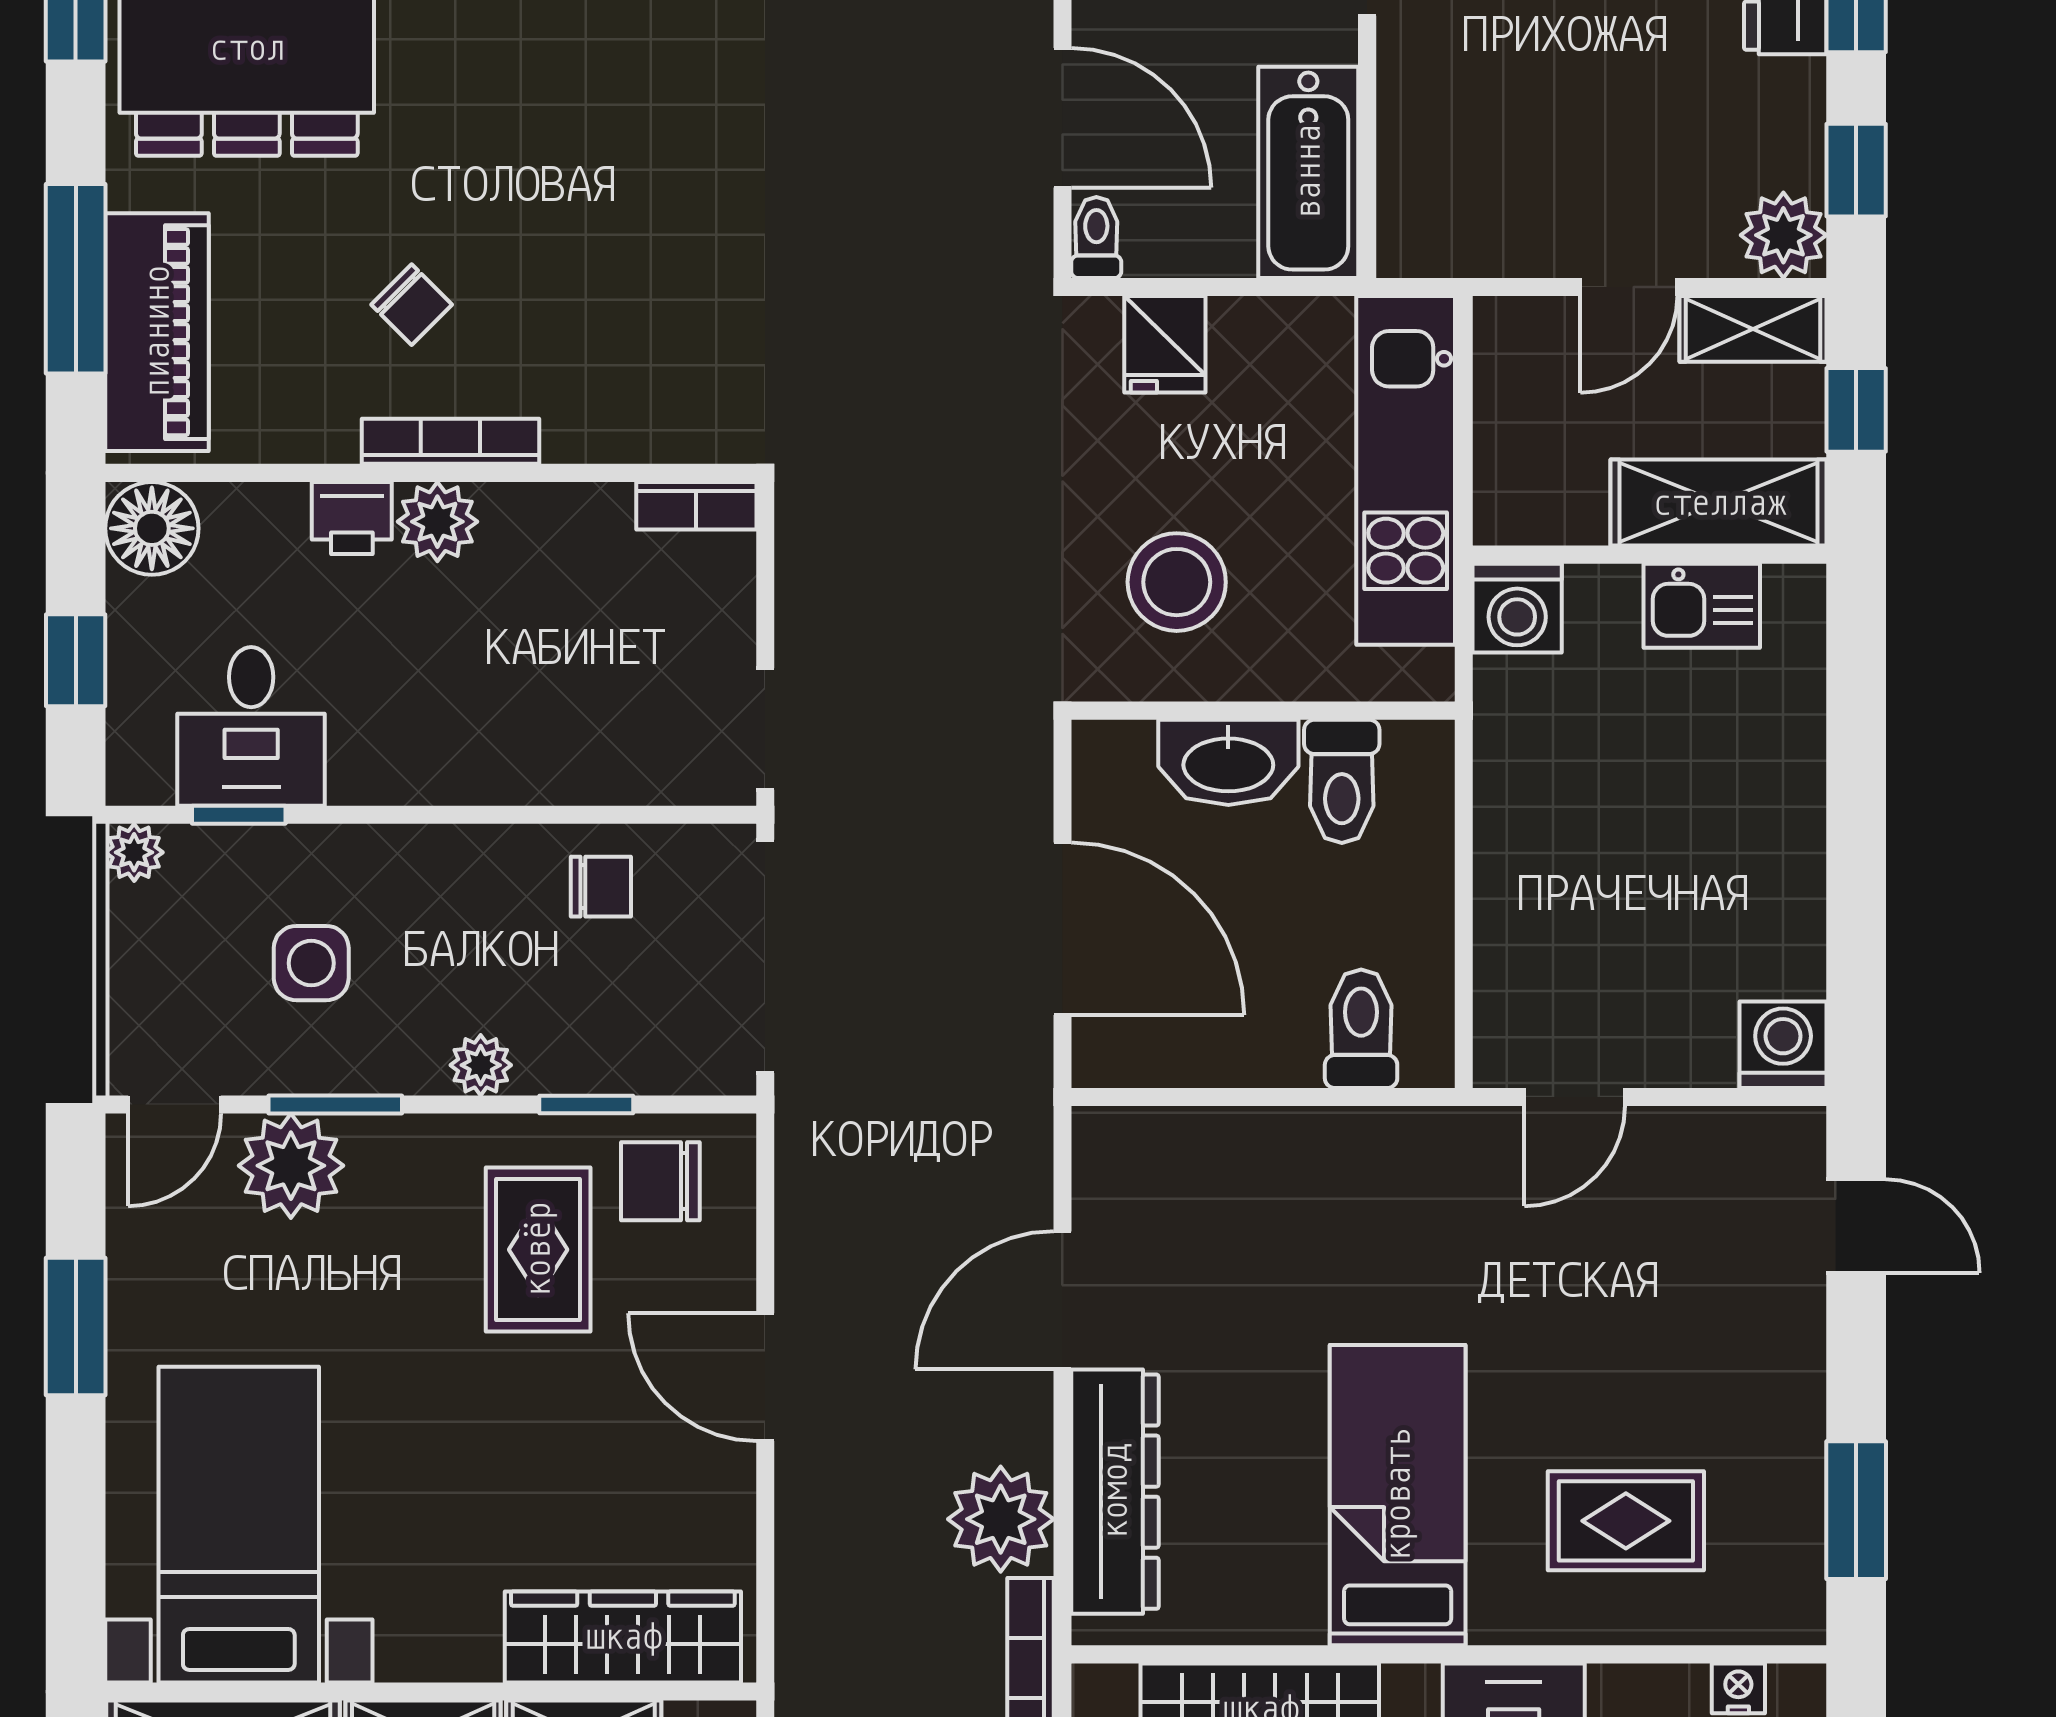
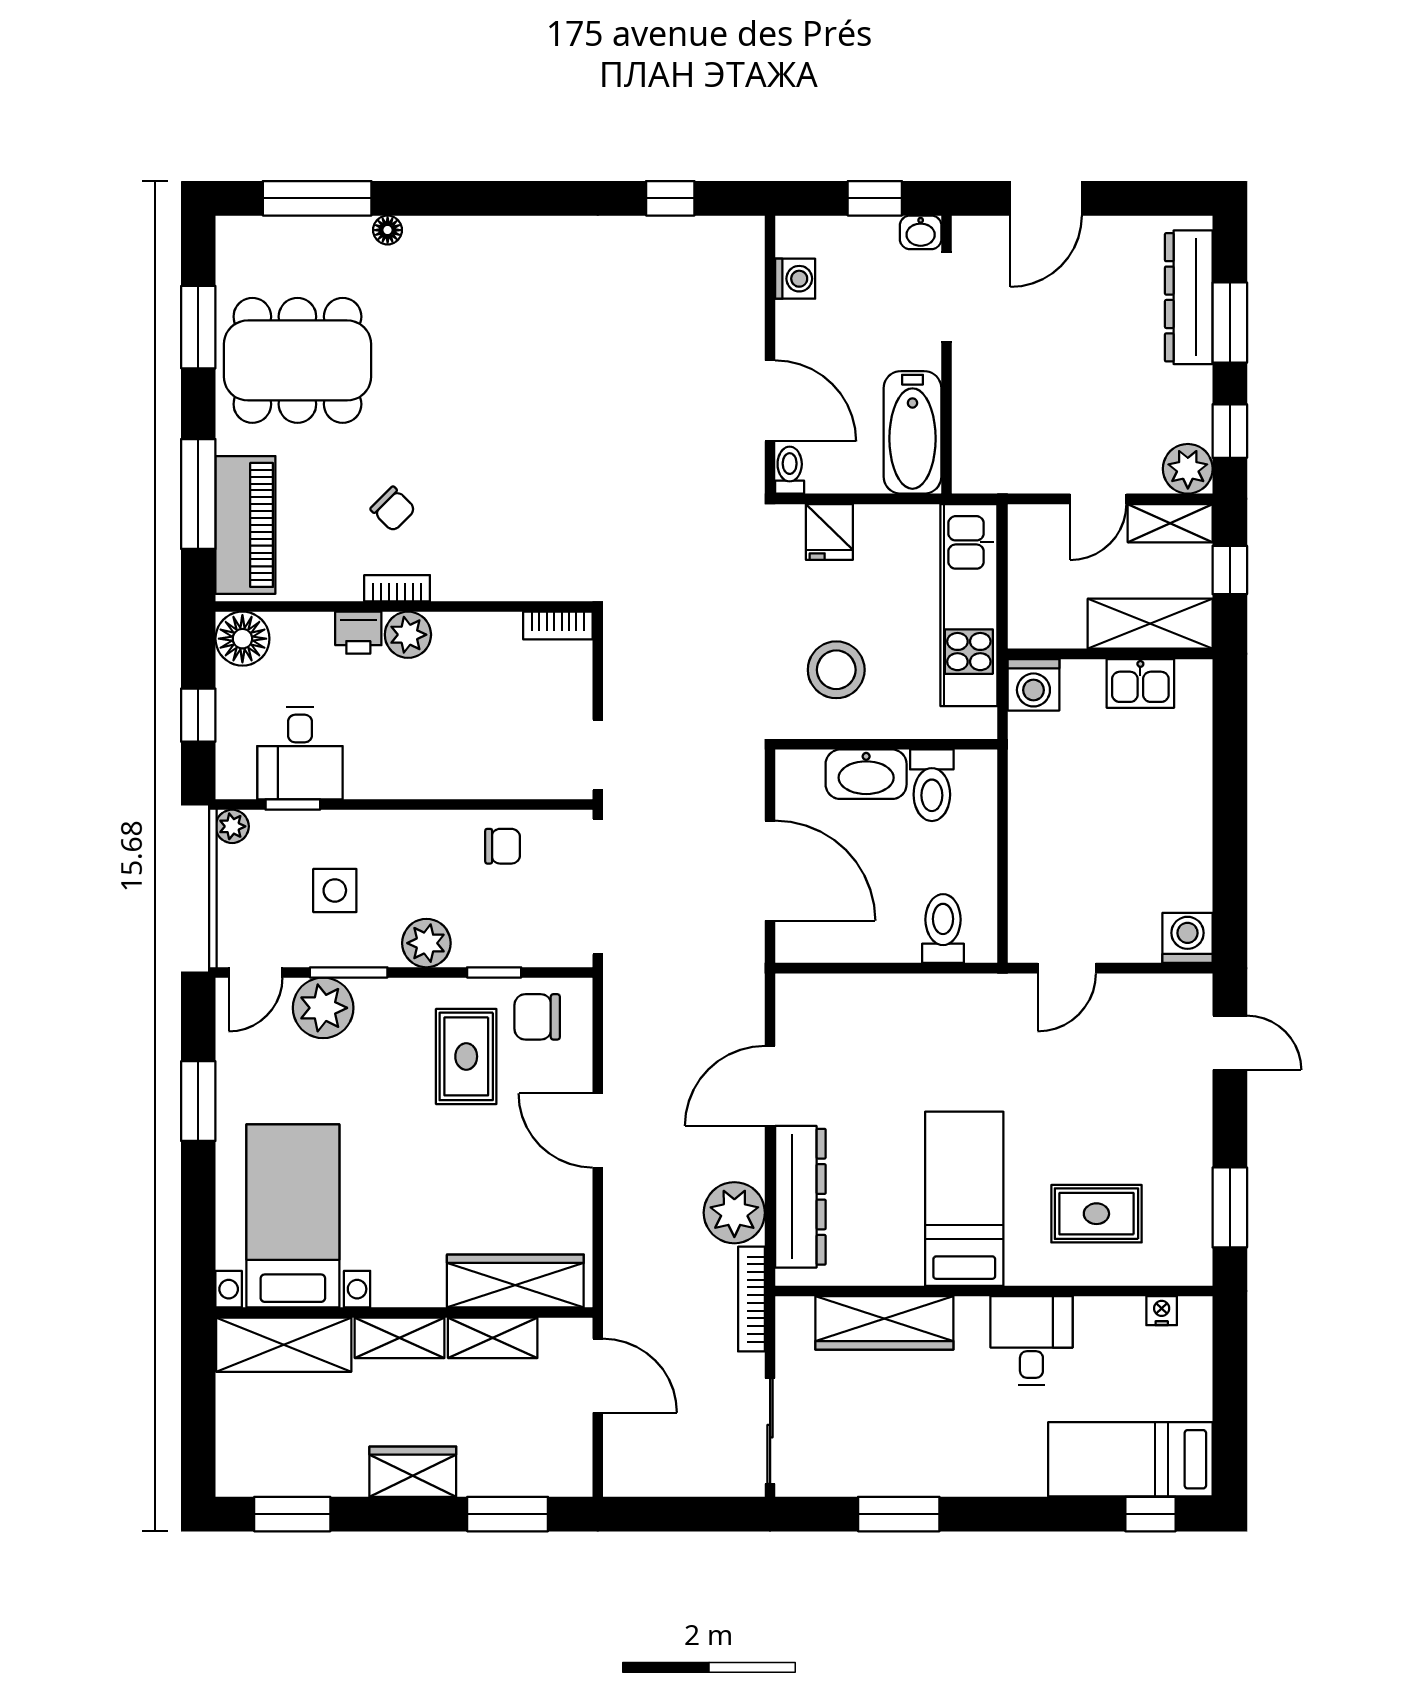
bookcase: (451, 441) -> (397, 588), width x0.64
plant: (481, 1065) -> (426, 943), width x1.38, depth x1.38

